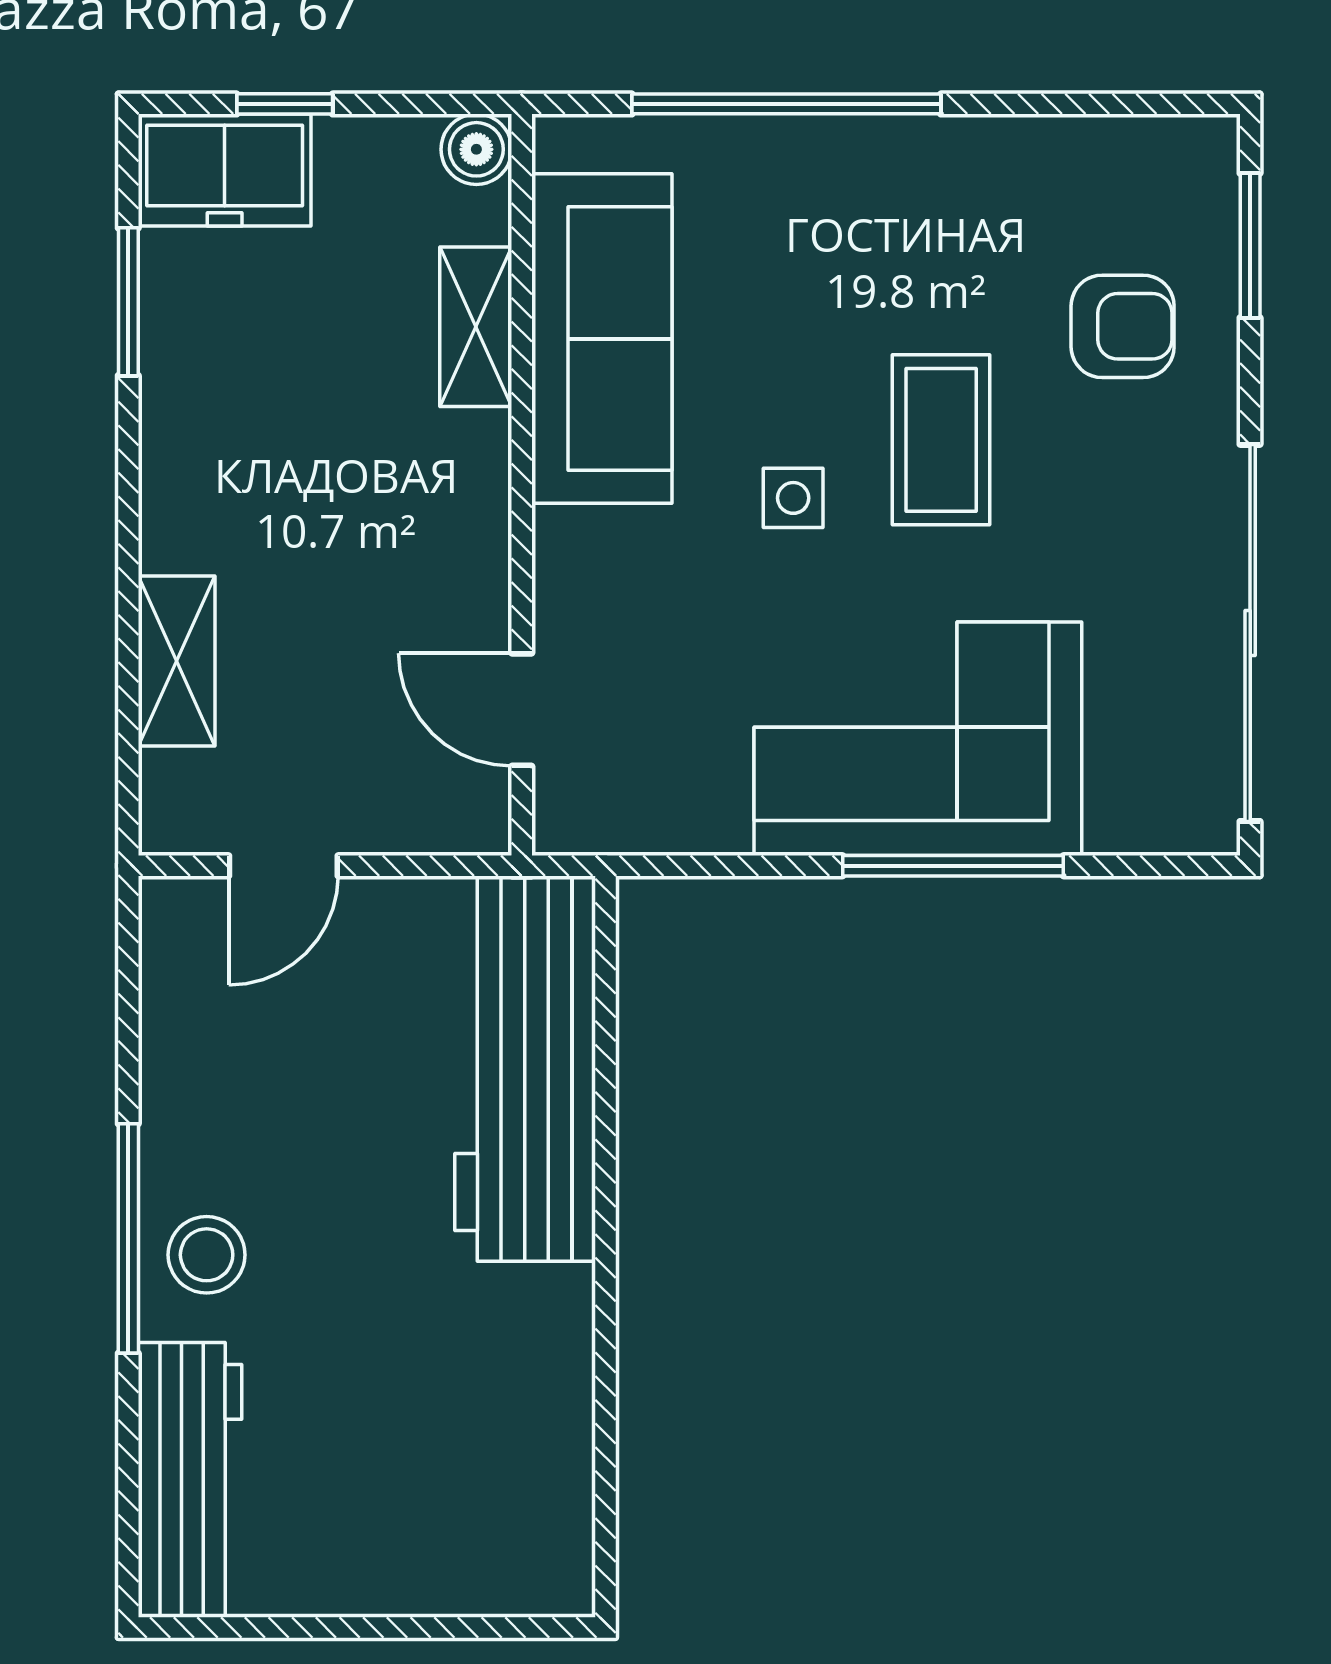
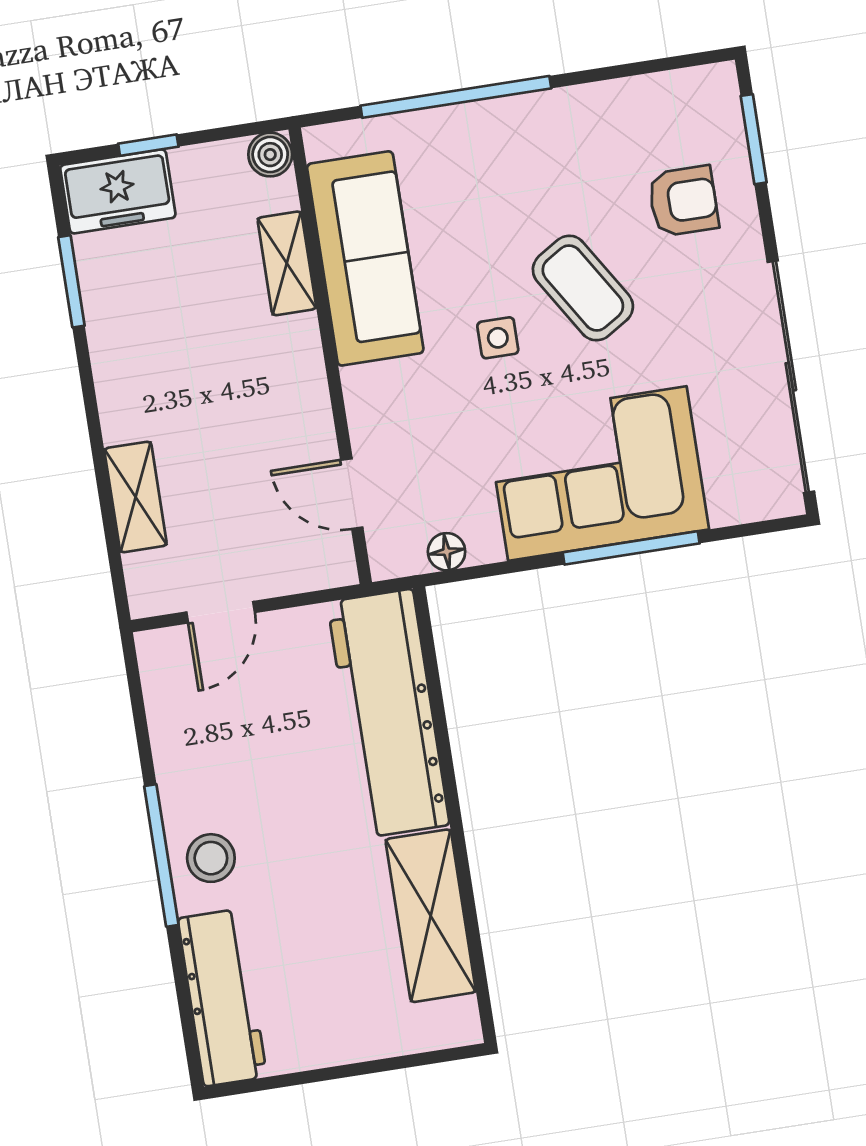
coffee table: (941, 440) -> (583, 288), turned -32
floor lamp: (658, 826) -> (447, 552), added
shelving: (542, 1401) -> (431, 916), added

